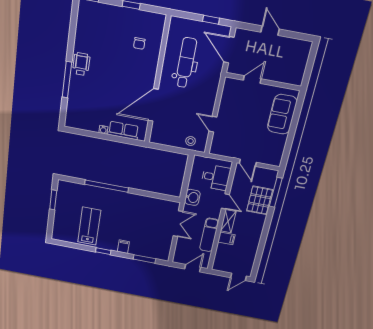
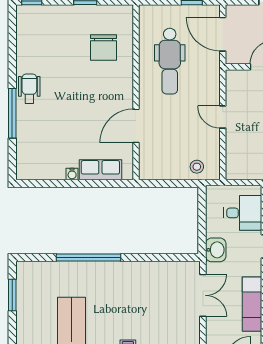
chair: (139, 43) -> (104, 47), width x1.87, depth x1.87
dental chair: (186, 63) -> (170, 61), turned 180
door: (153, 105) -> (136, 126), width x0.73
door: (213, 124) -> (223, 117), moved

